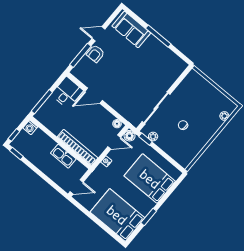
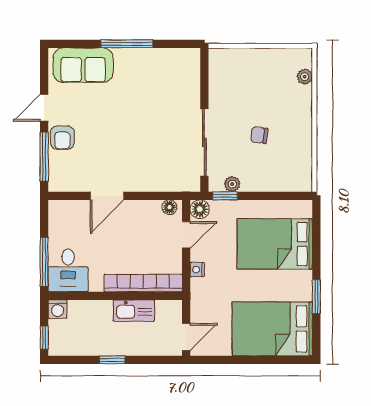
desk: (67, 93) -> (68, 270), moved, turned 180
window: (16, 154) -> (112, 360), moved

